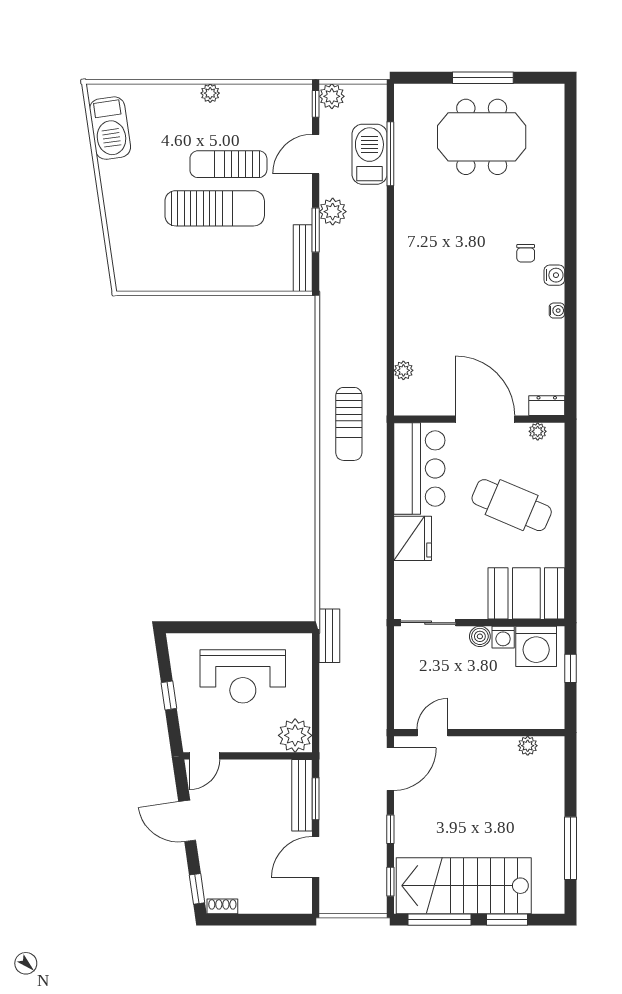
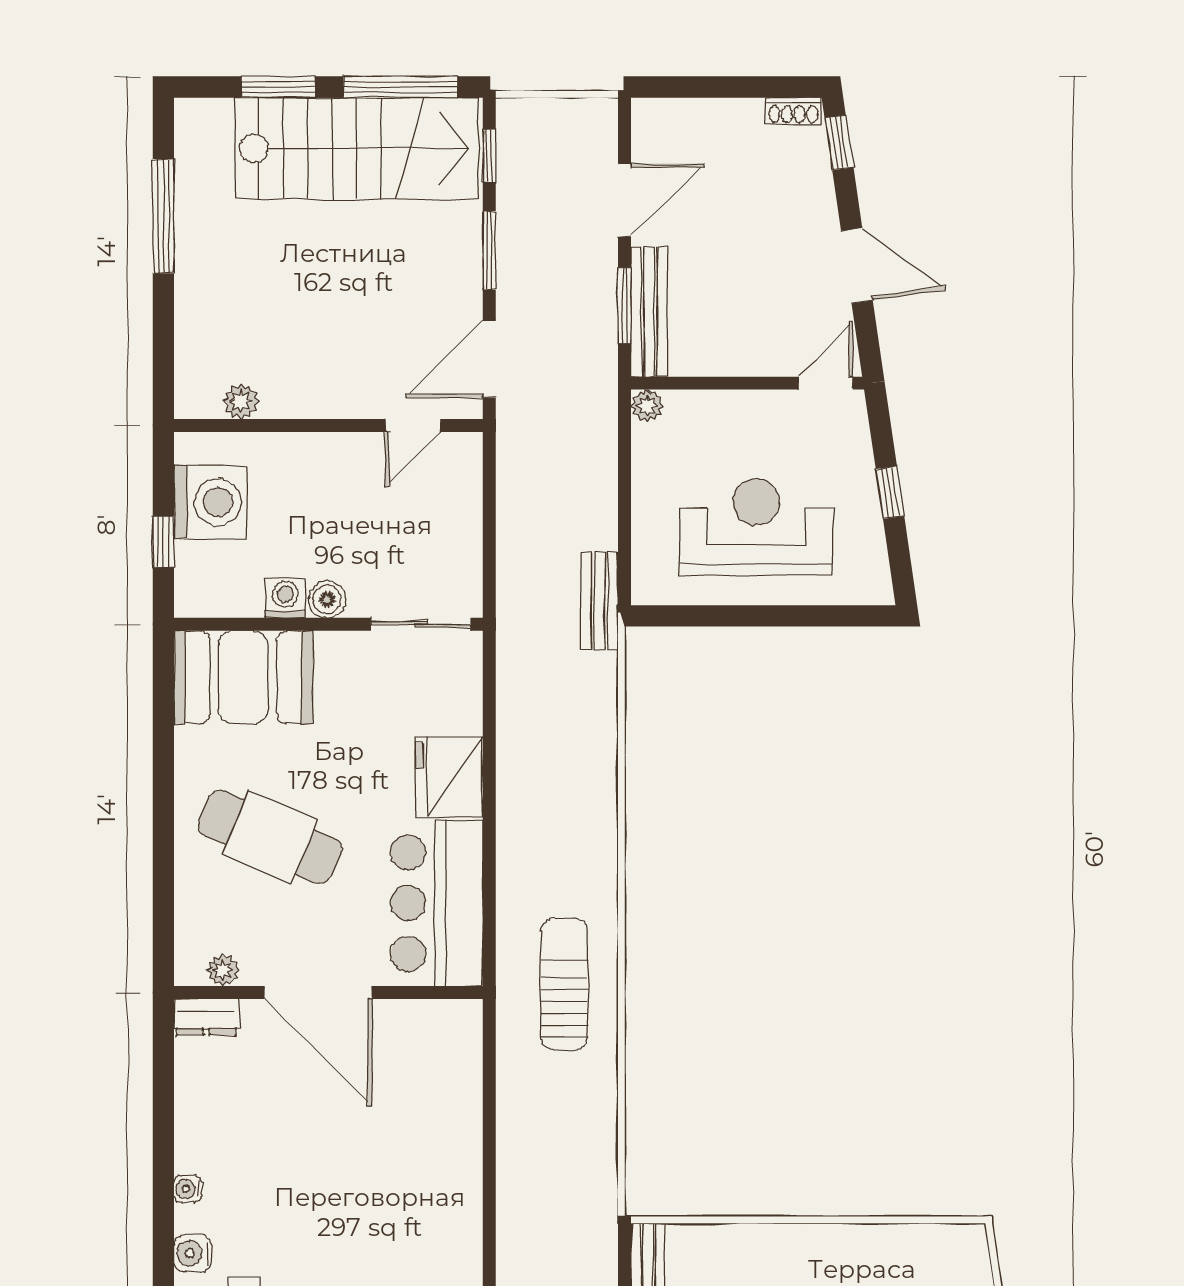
plant: (403, 370) -> (465, 1081), removed
washing machine: (536, 646) -> (211, 502), moved, turned 90
plant: (295, 735) -> (647, 406), width x0.53, depth x0.53
window: (390, 829) -> (489, 250), width x1.50

